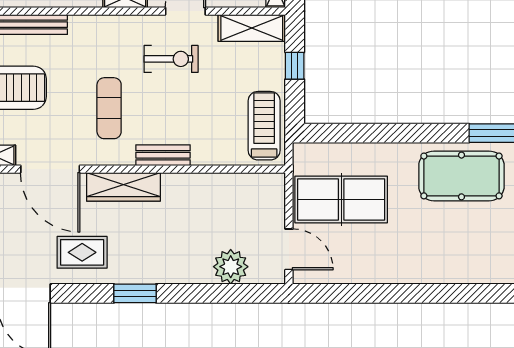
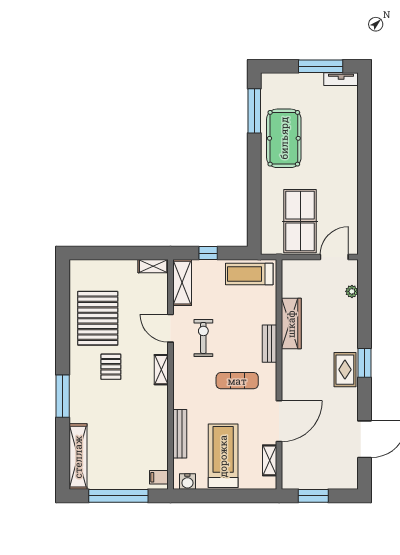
wardrobe: (123, 187) -> (291, 324), moved
rug: (82, 252) -> (345, 370), moved
plant: (231, 267) -> (352, 291), width x0.53, depth x0.53

